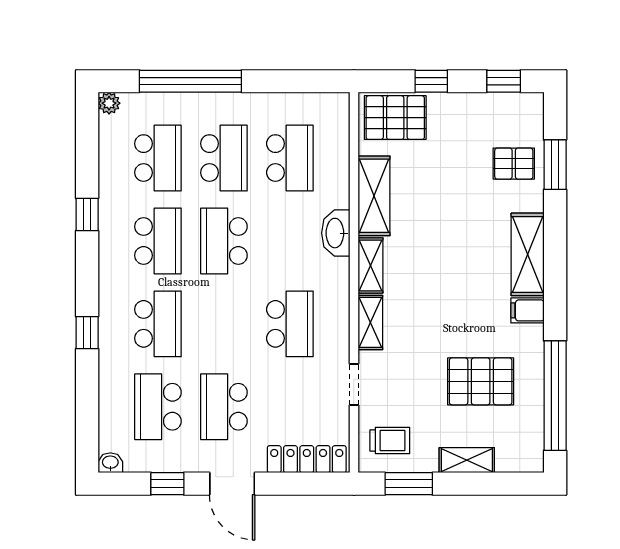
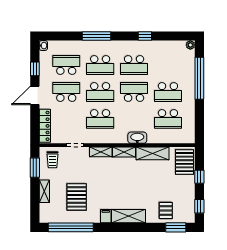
school desk: (158, 158) -> (100, 92), moved
window: (555, 165) -> (176, 227), moved
window: (87, 333) -> (97, 36), width x2.17

